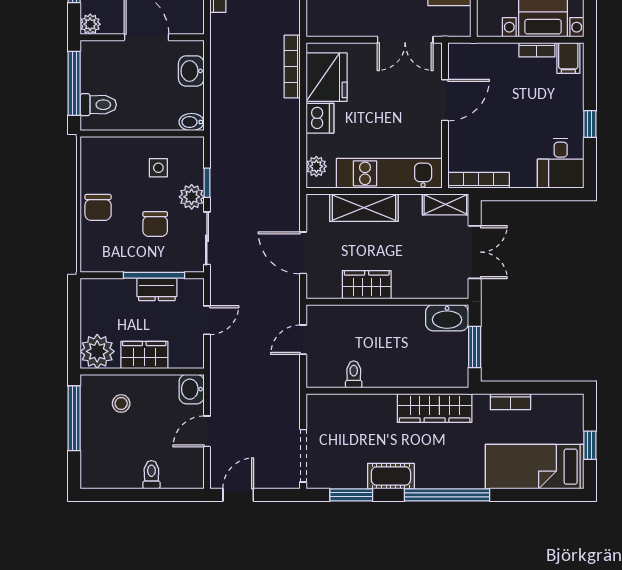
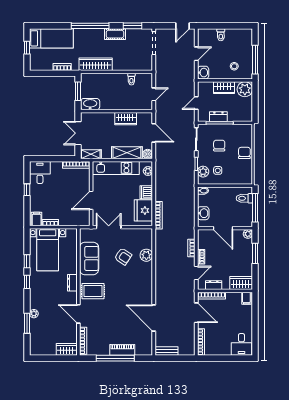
plant: (192, 197) -> (203, 172), moved
boiler: (317, 205) -> (148, 154), added

